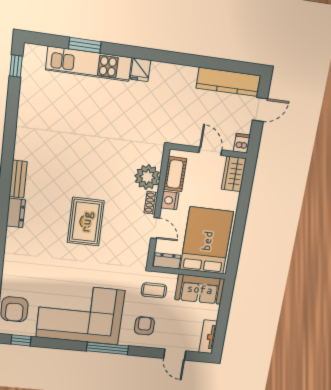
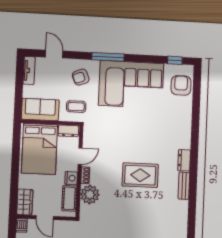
rug: (86, 222) -> (140, 175), moved, turned 90
door: (155, 228) -> (80, 156), swing flipped
armchair: (144, 326) -> (81, 77), turned 69

